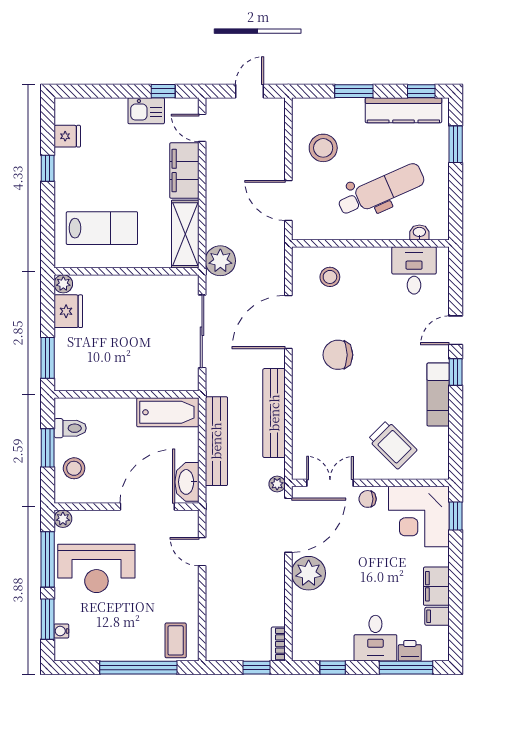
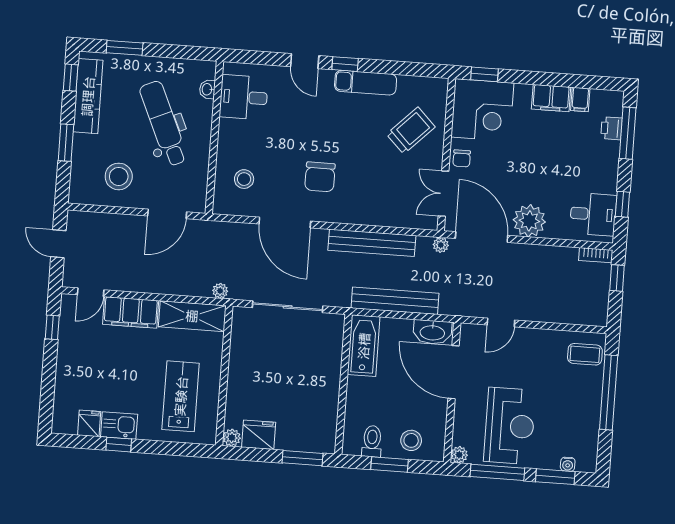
kitchen sink: (146, 111) -> (119, 426), moved, turned -90
plant: (220, 261) -> (220, 291), width x0.53, depth x0.53
desk: (375, 638) -> (593, 214), moved

